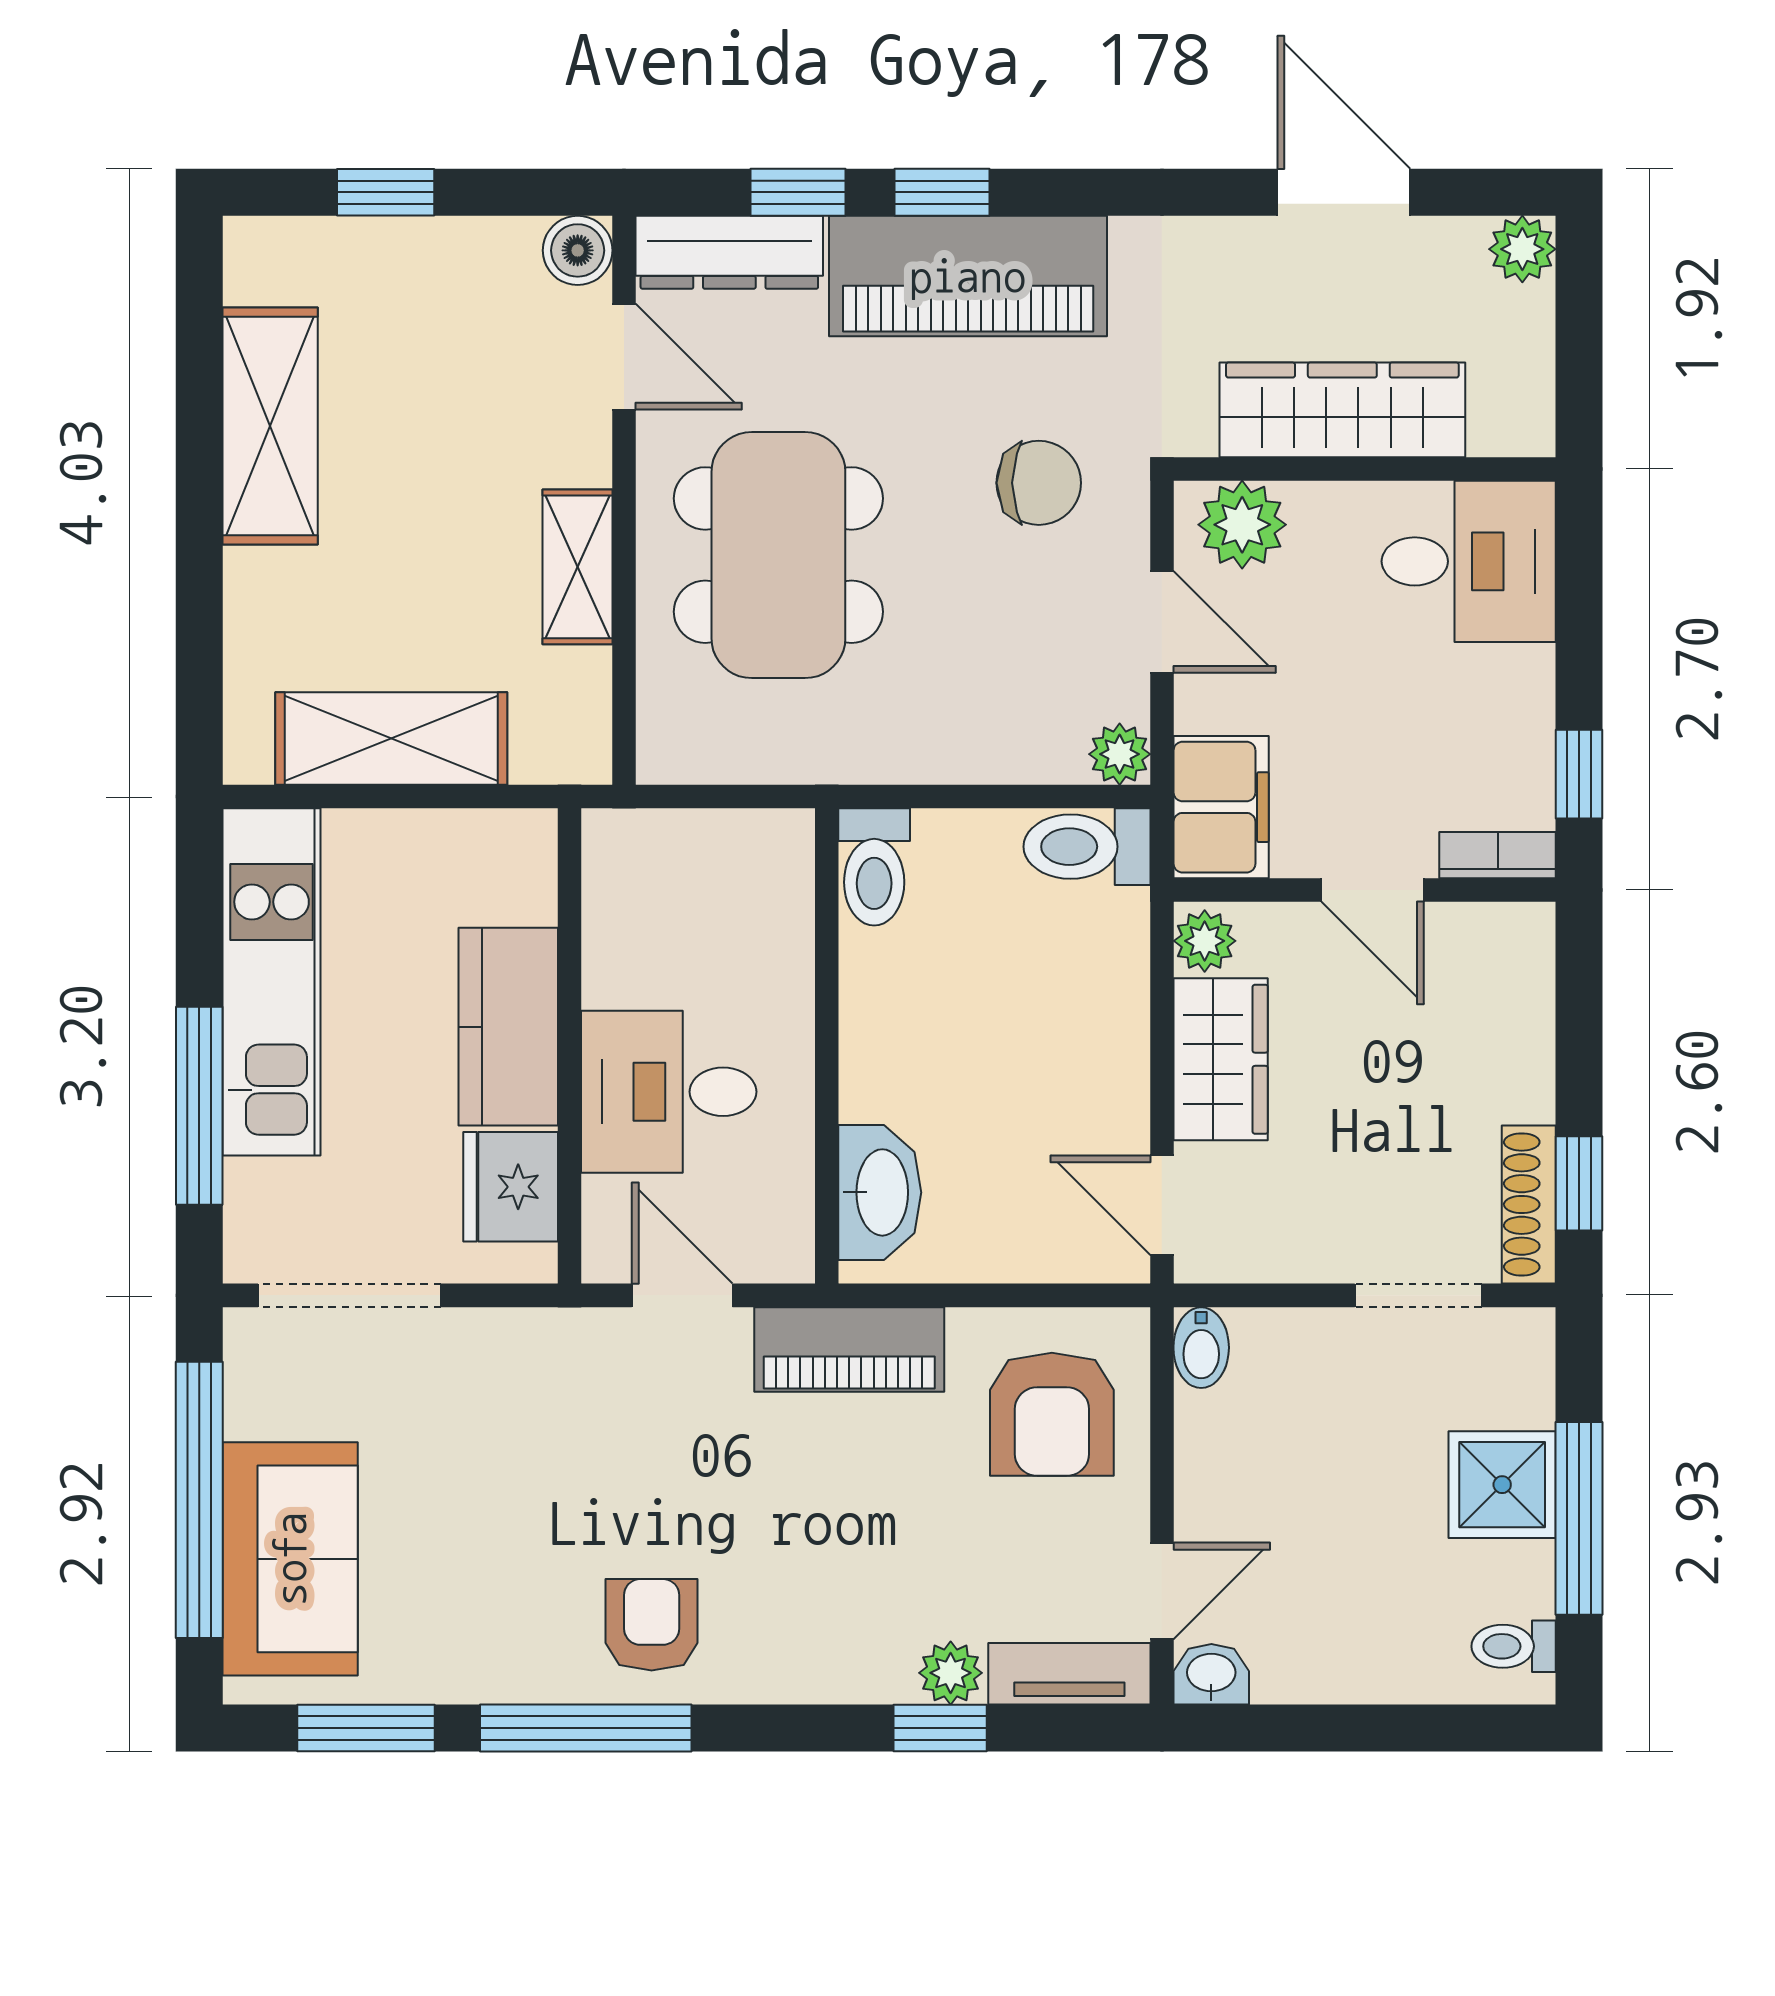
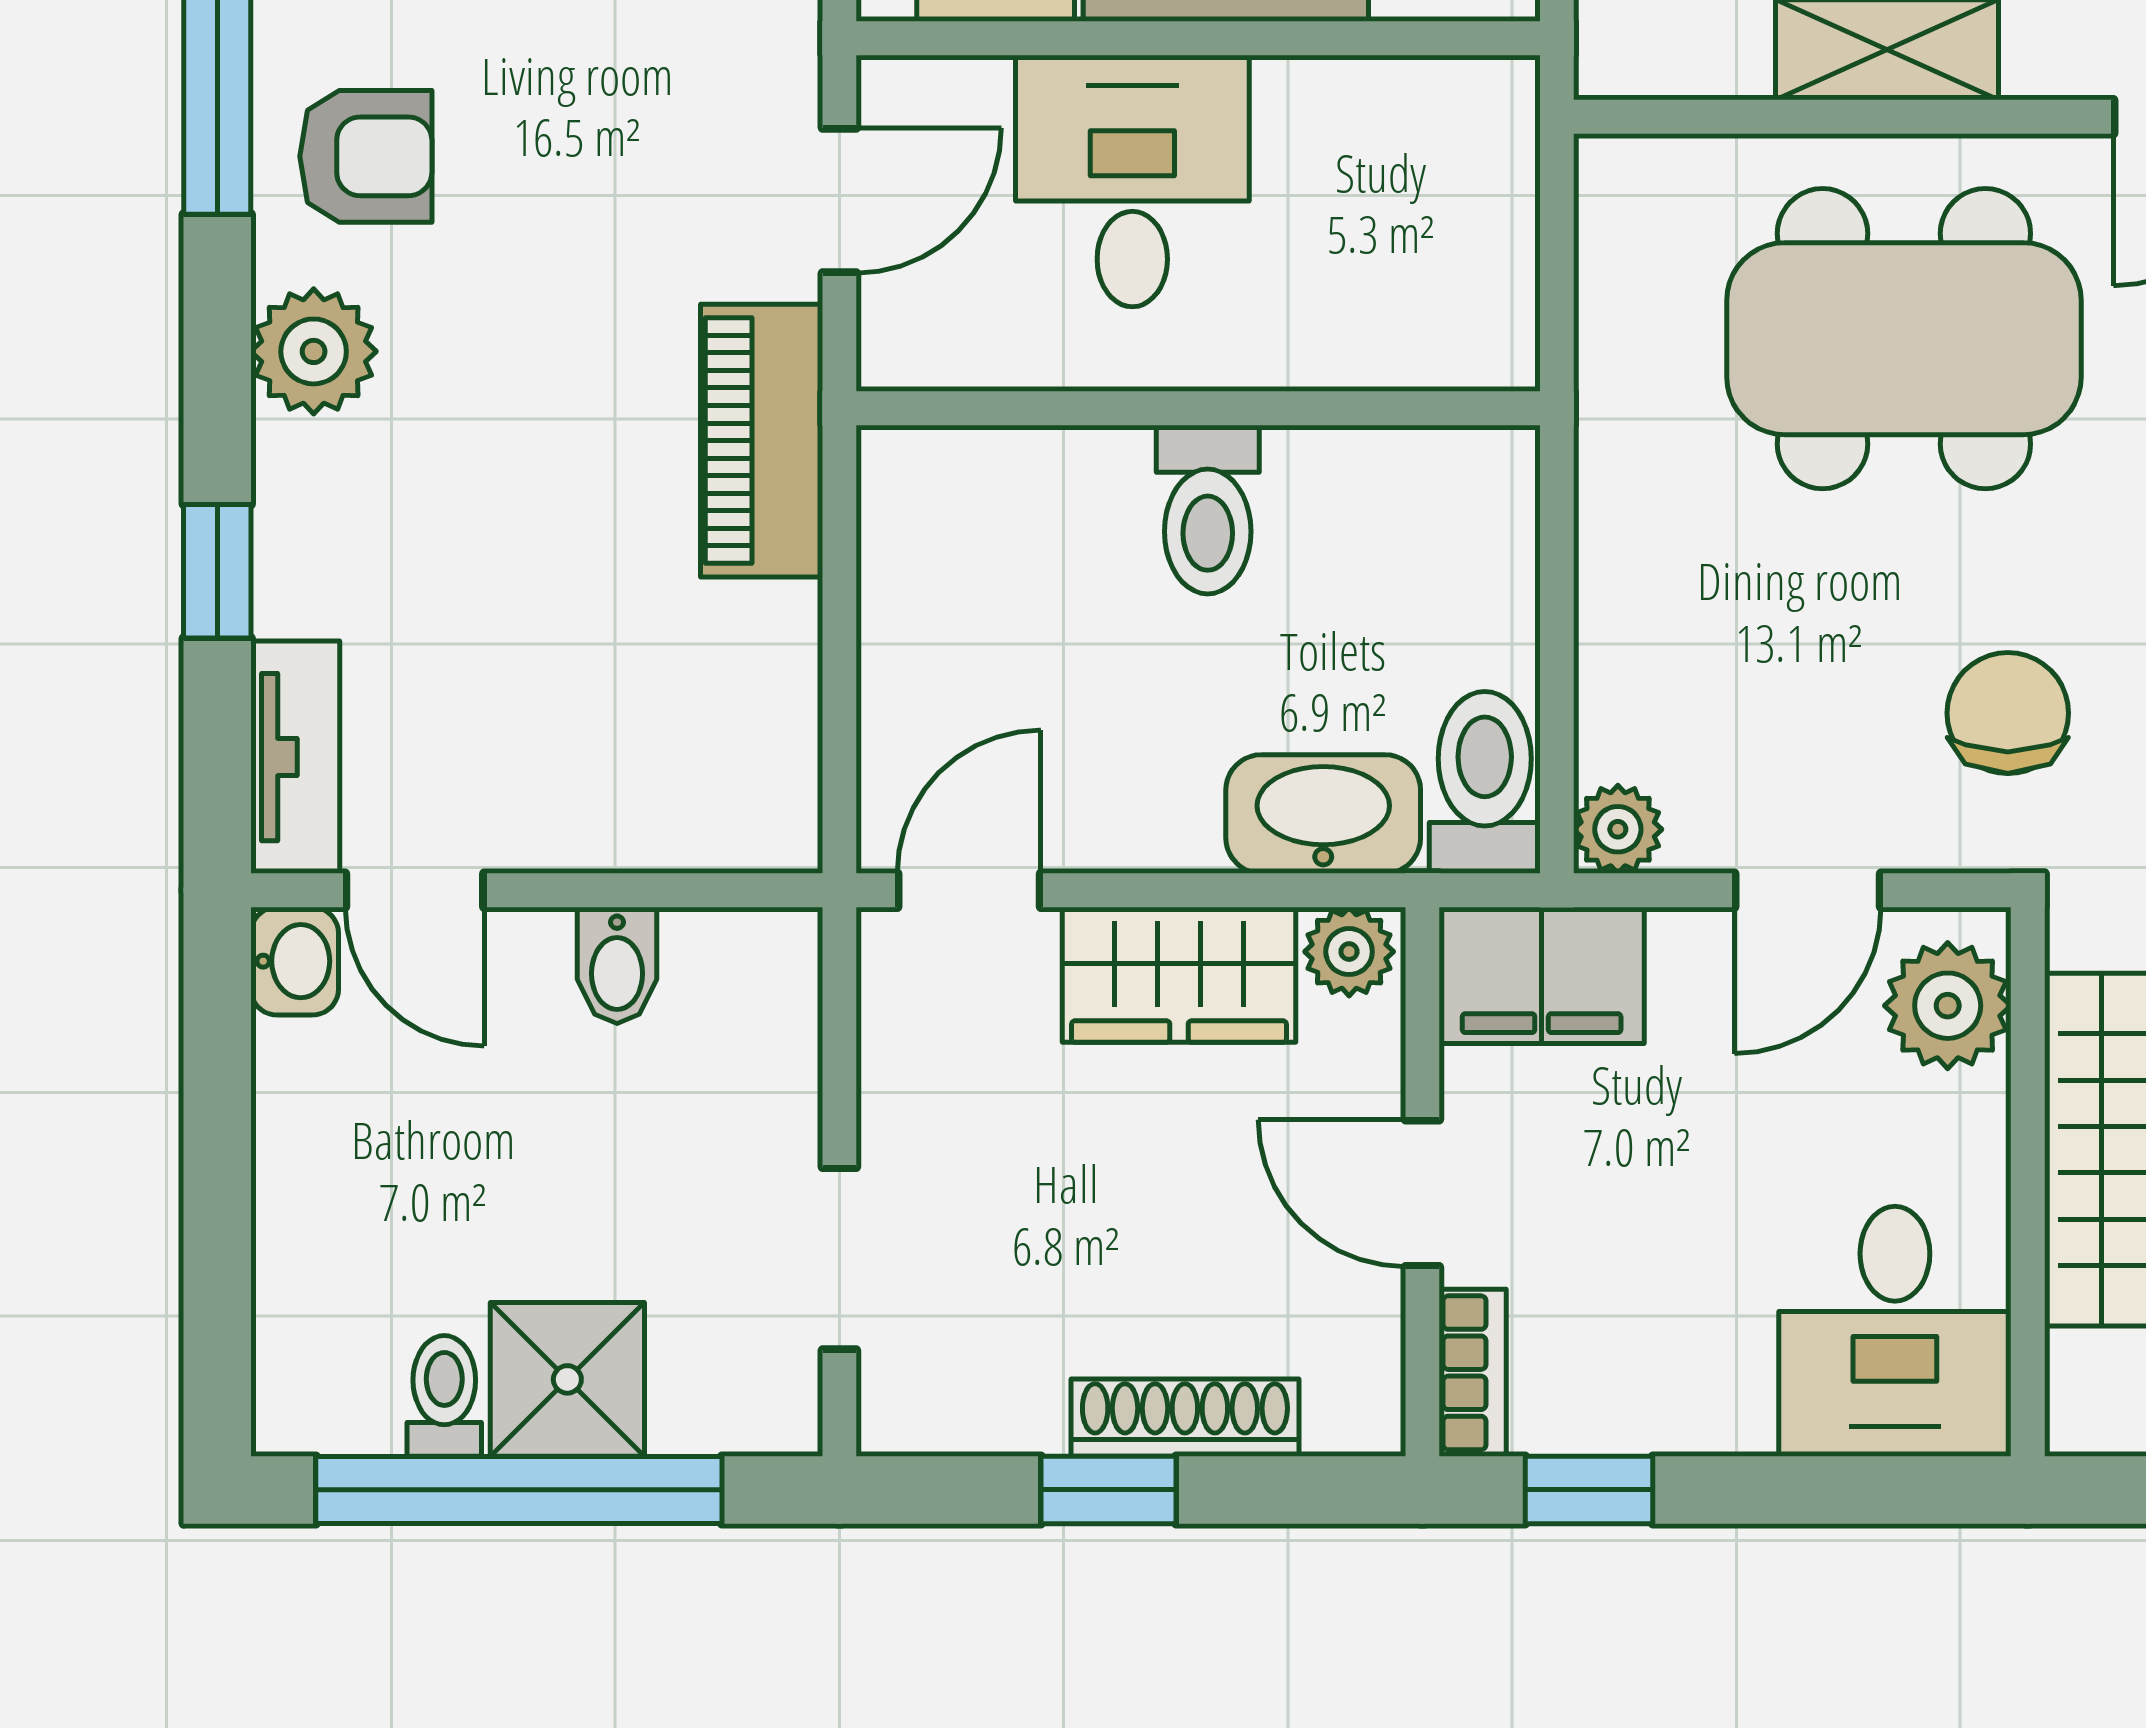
chair: (1039, 483) -> (2008, 713), turned 180
toilet: (874, 867) -> (1208, 510), moved, turned -90
door: (1373, 890) -> (1422, 1193), hinge flipped
window: (1579, 1183) -> (1108, 1490), moved
washbasin: (880, 1192) -> (1323, 814), moved, turned 180
shoe rack: (1529, 1204) -> (1185, 1418), moved
bidet: (1201, 1348) -> (617, 965), moved, turned -90
armchair: (1052, 1414) -> (669, 732), removed
window: (1579, 1518) -> (519, 1490), width x1.46
toilet: (1514, 1646) -> (444, 1396), moved
plant: (951, 1673) -> (314, 351), moved, width x1.38, depth x1.38

